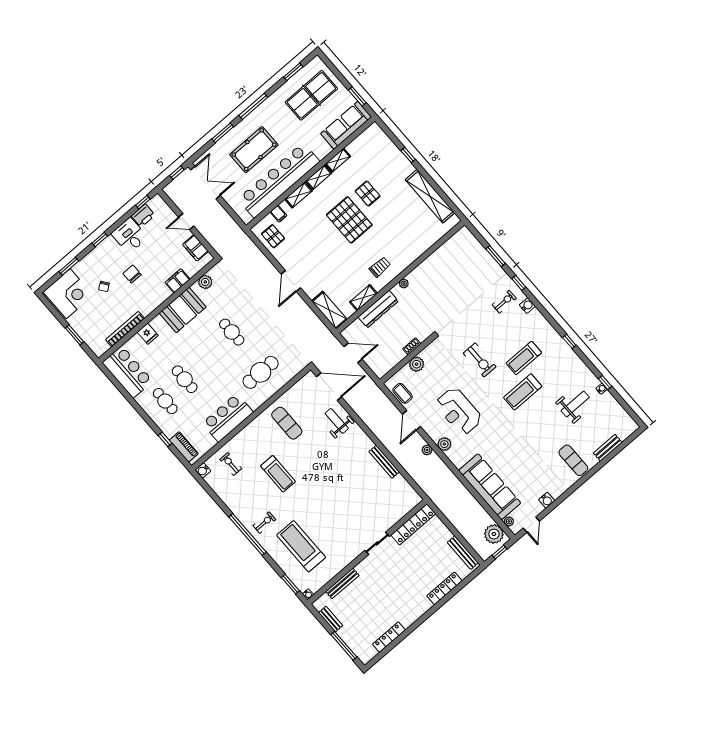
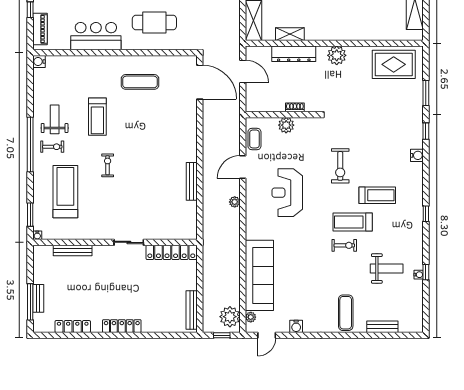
rug: (455, 256) -> (394, 64), added
trolley: (380, 267) -> (325, 21), removed
plant: (404, 284) -> (337, 55), width x1.87, depth x1.87
exercise bike: (504, 302) -> (344, 245), moved
treadmill: (524, 358) -> (377, 195), turned 180
weight bench: (337, 421) -> (55, 119), moved
exercise mat: (287, 423) -> (140, 82), turned 90
plant: (444, 444) -> (253, 209), removed
exercise bike: (231, 464) -> (108, 165), moved
locker: (444, 588) -> (122, 326), moved
bench: (331, 619) -> (38, 298), moved

